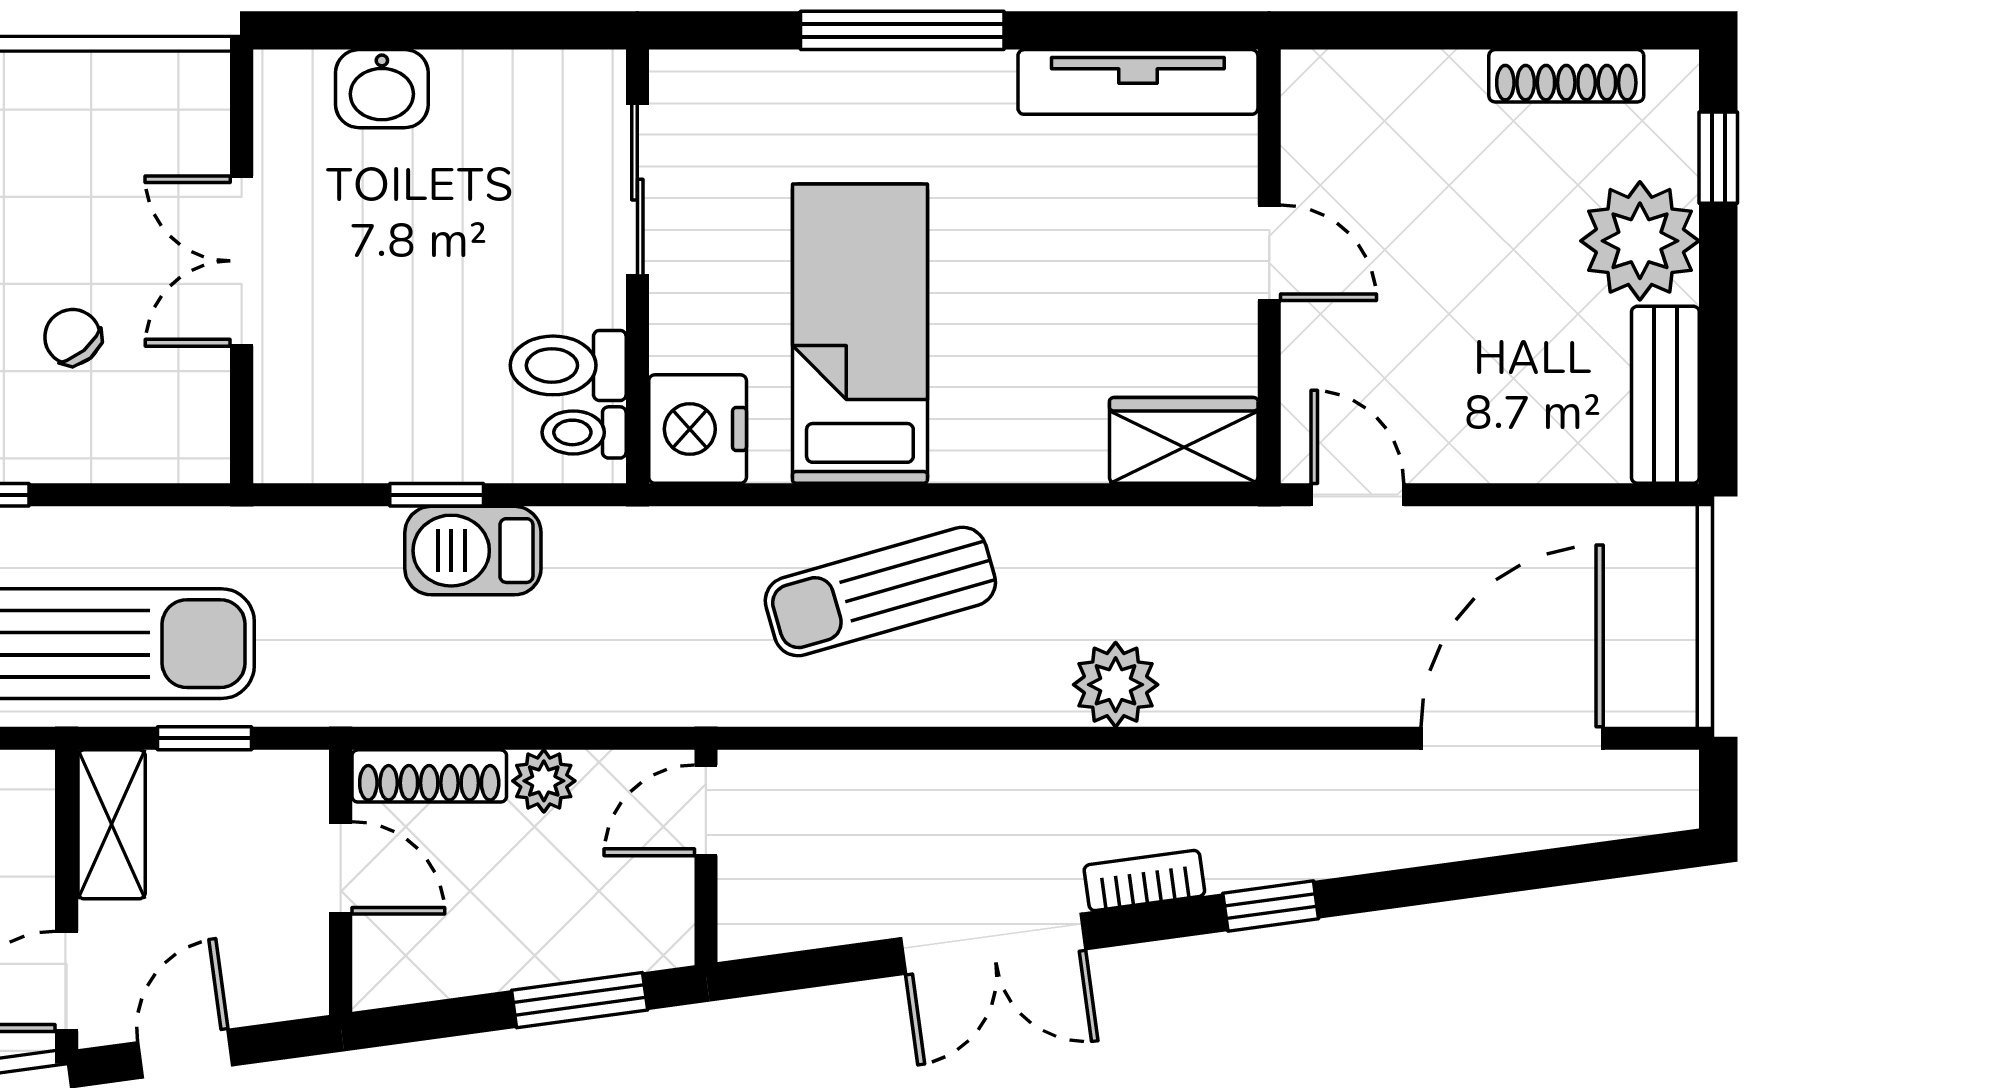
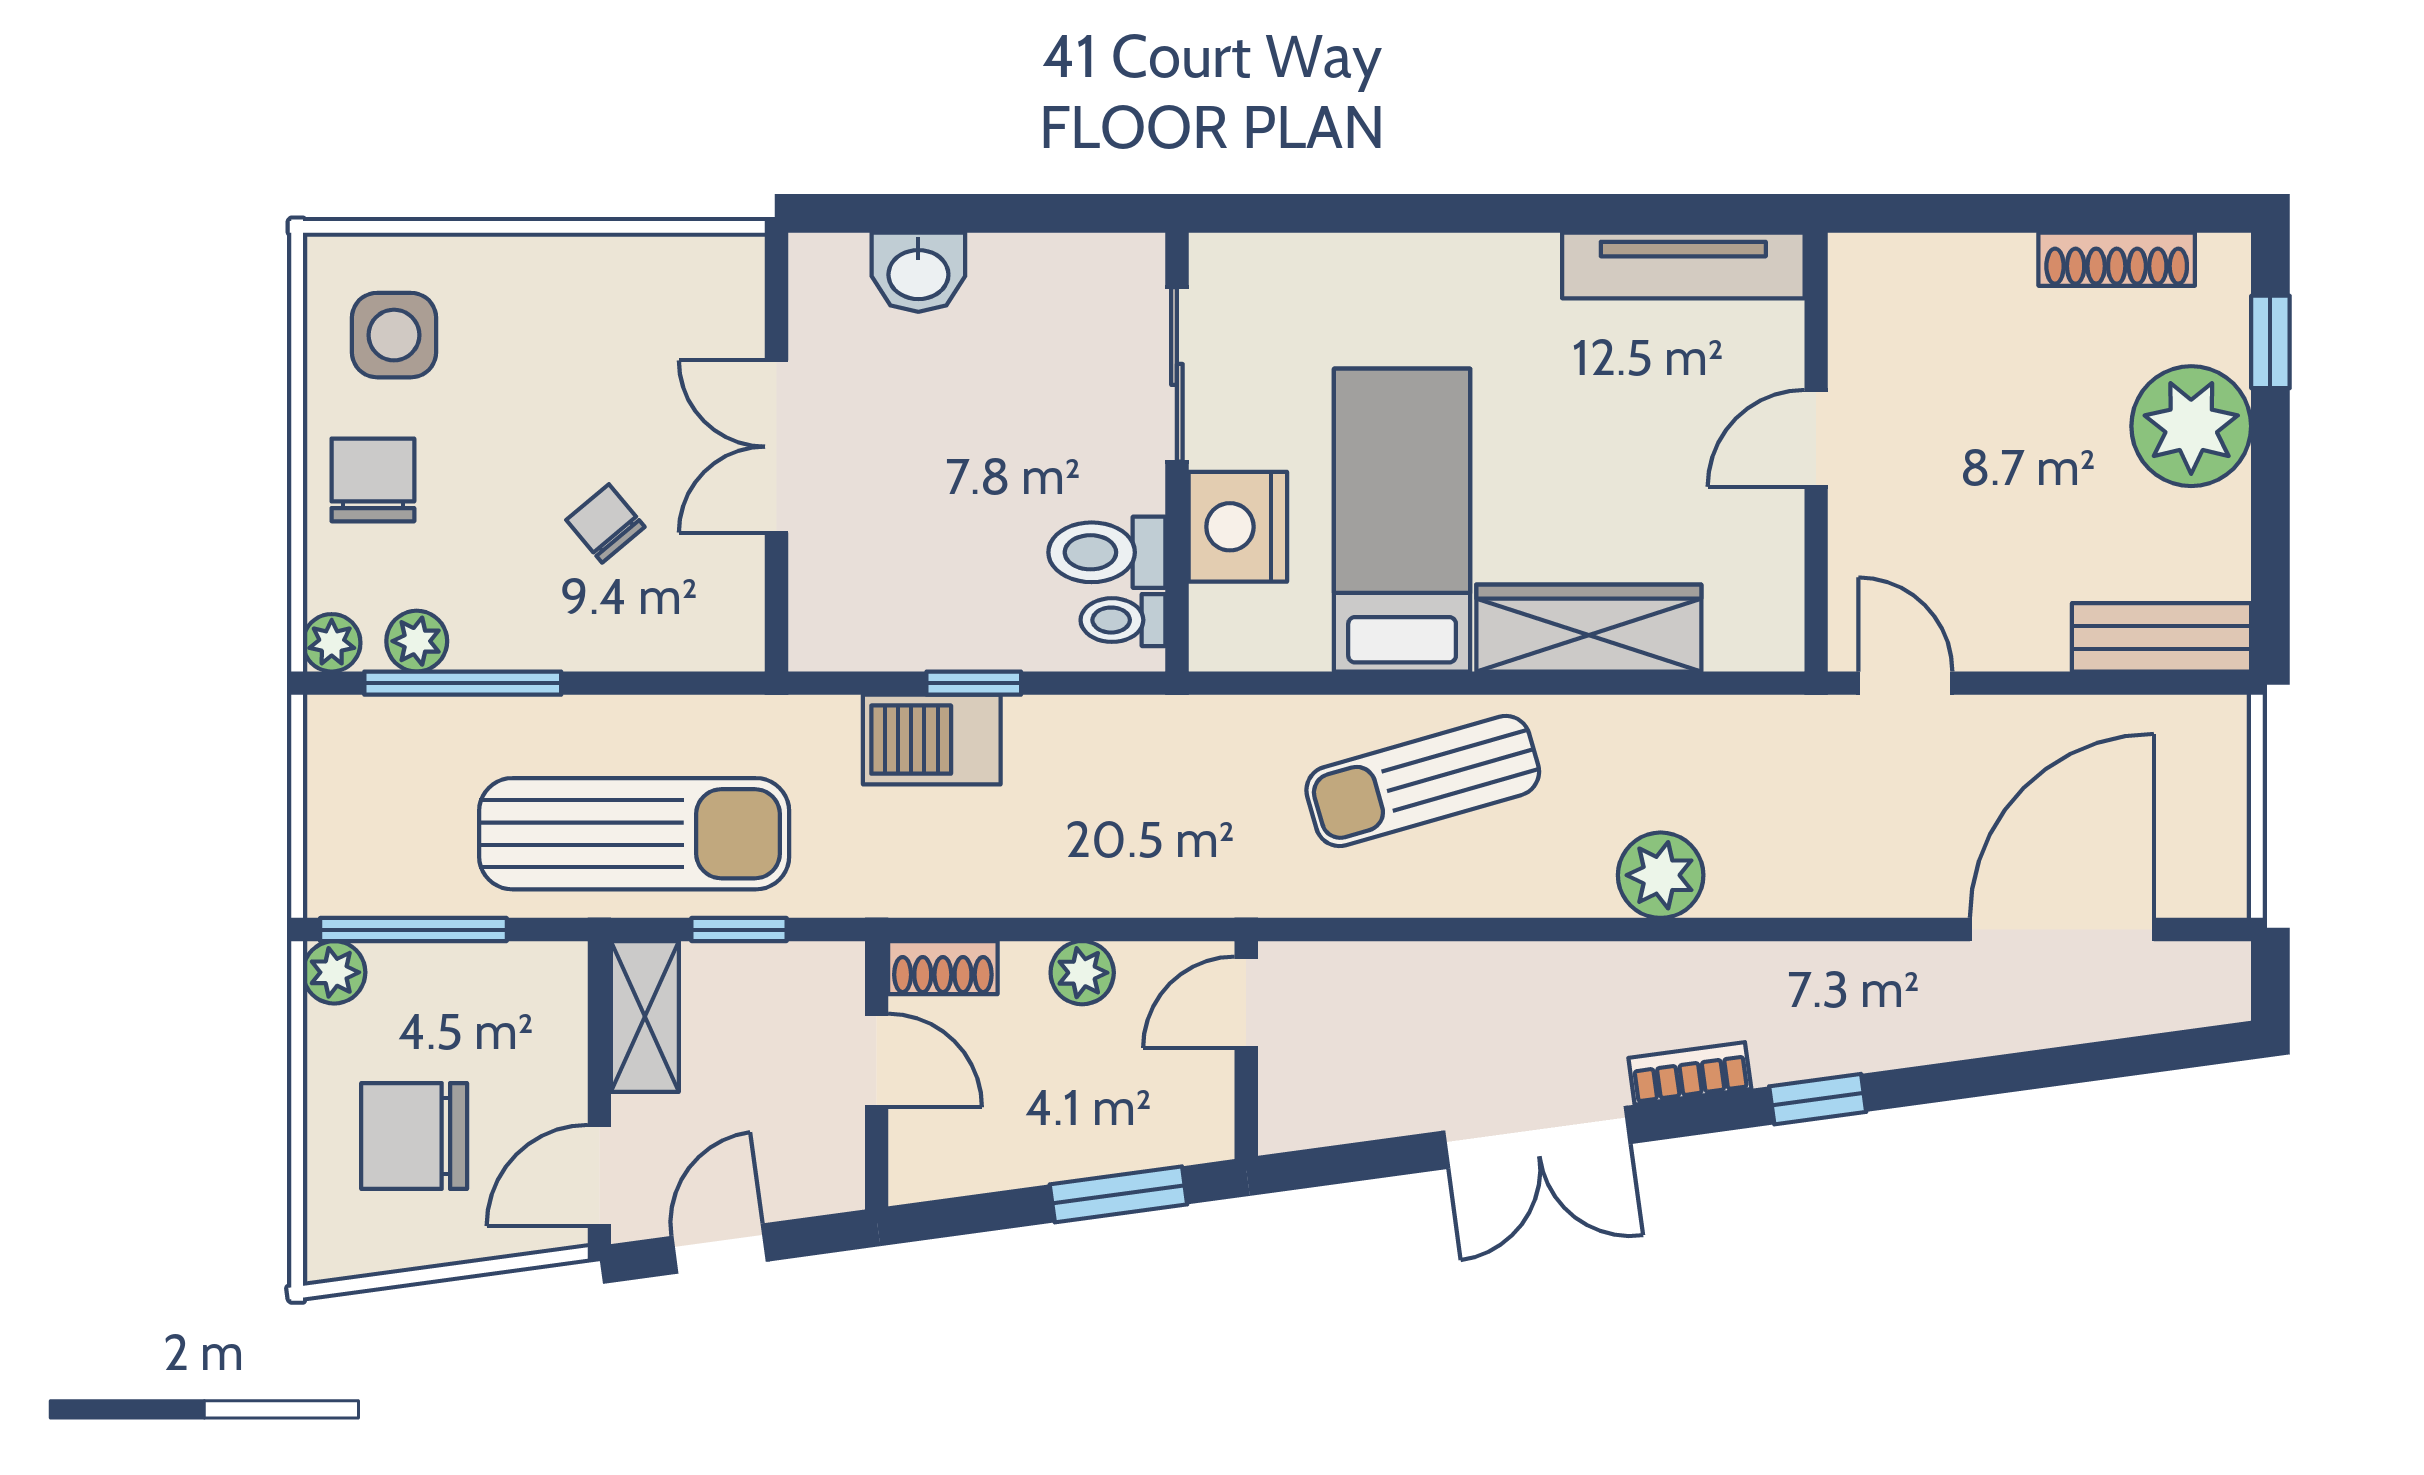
window: (902, 30) -> (1445, 213), removed
door: (1269, 253) -> (1816, 438), swing flipped
bench: (1665, 395) -> (2162, 637), moved, turned 90
nightstand: (698, 429) -> (1238, 527), moved
wardrobe: (1184, 440) -> (1589, 628), moved, width x1.50
barbecue: (473, 551) -> (932, 740), moved
shoe rack: (429, 776) -> (943, 968), width x0.70

